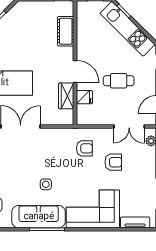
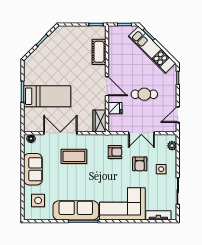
wardrobe: (66, 96) -> (99, 121), moved
double door: (129, 126) -> (141, 133), moved
coffee table: (36, 154) -> (74, 156), added
armchair: (113, 162) -> (140, 164), turned 90
side table: (46, 184) -> (161, 169), moved

